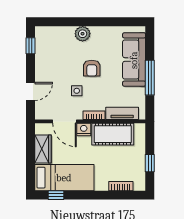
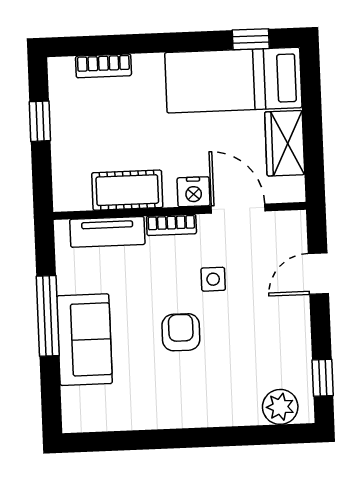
plant: (83, 34) -> (280, 407), moved
sofa: (134, 60) -> (84, 340), width x0.73
cot: (113, 134) -> (127, 190), width x0.73, depth x0.75

